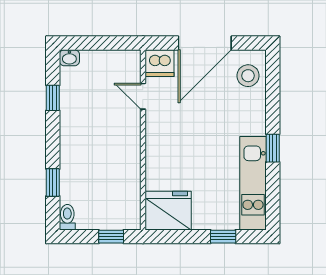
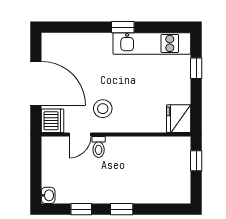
stool: (248, 76) -> (103, 109), moved
window: (53, 182) -> (122, 209), moved
fridge: (168, 211) -> (179, 119), width x0.73, depth x0.75
toilet: (67, 217) -> (99, 147), moved, turned -90

